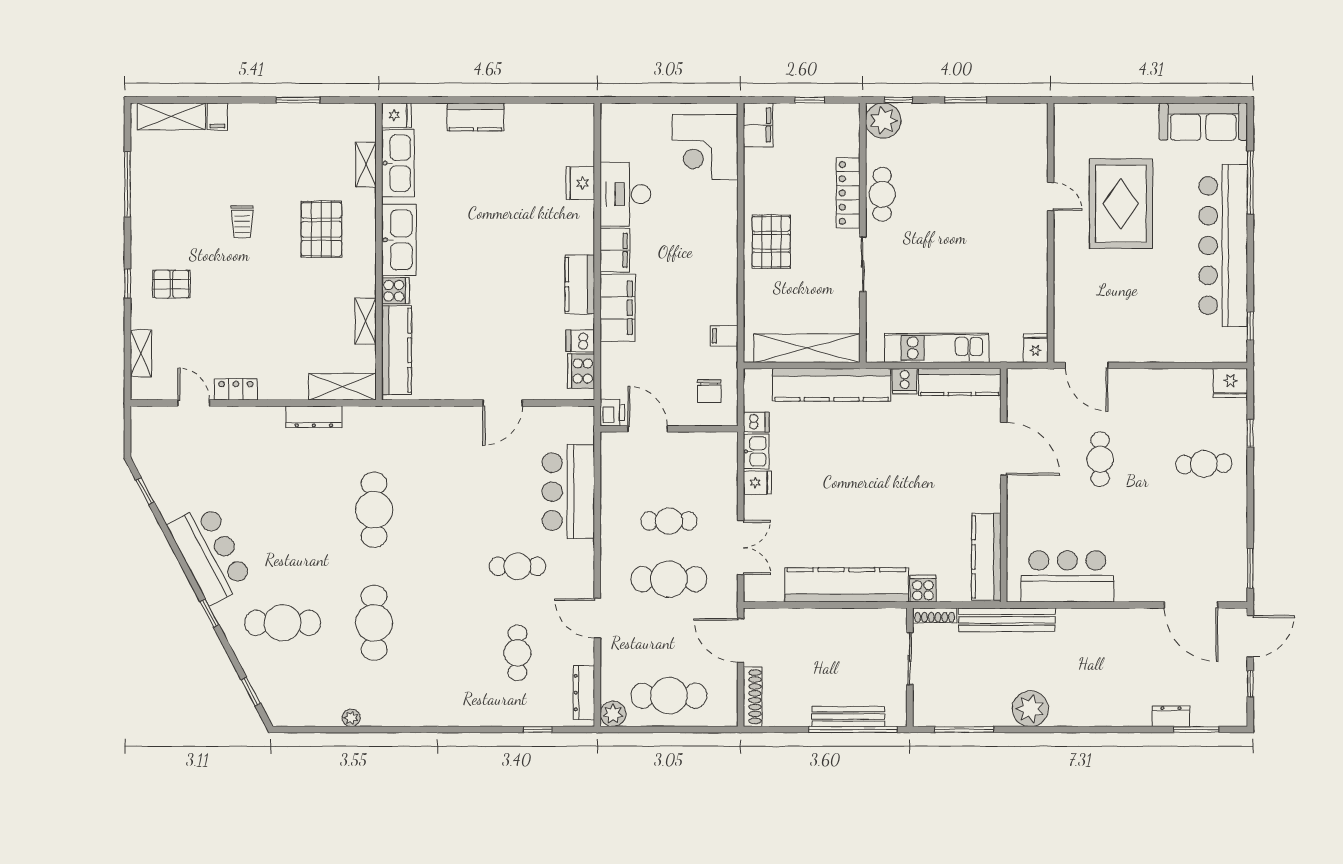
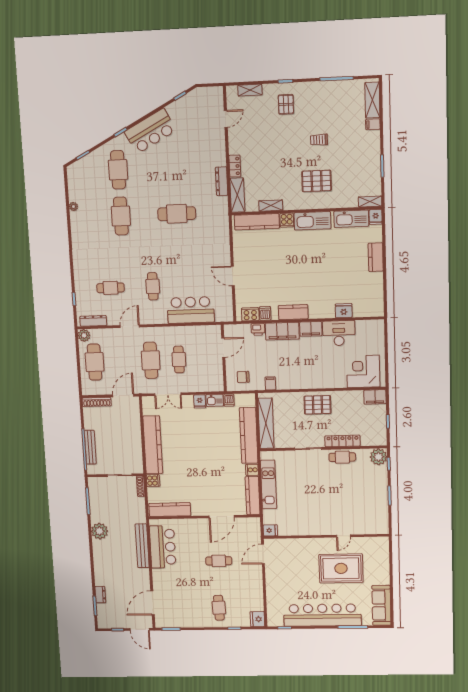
shelving: (366, 165) -> (370, 202), moved
locker: (236, 389) -> (235, 166), moved
printer: (612, 413) -> (258, 329), moved
bench: (1007, 620) -> (142, 546), moved
cafe table: (374, 623) -> (121, 216), turned 90

